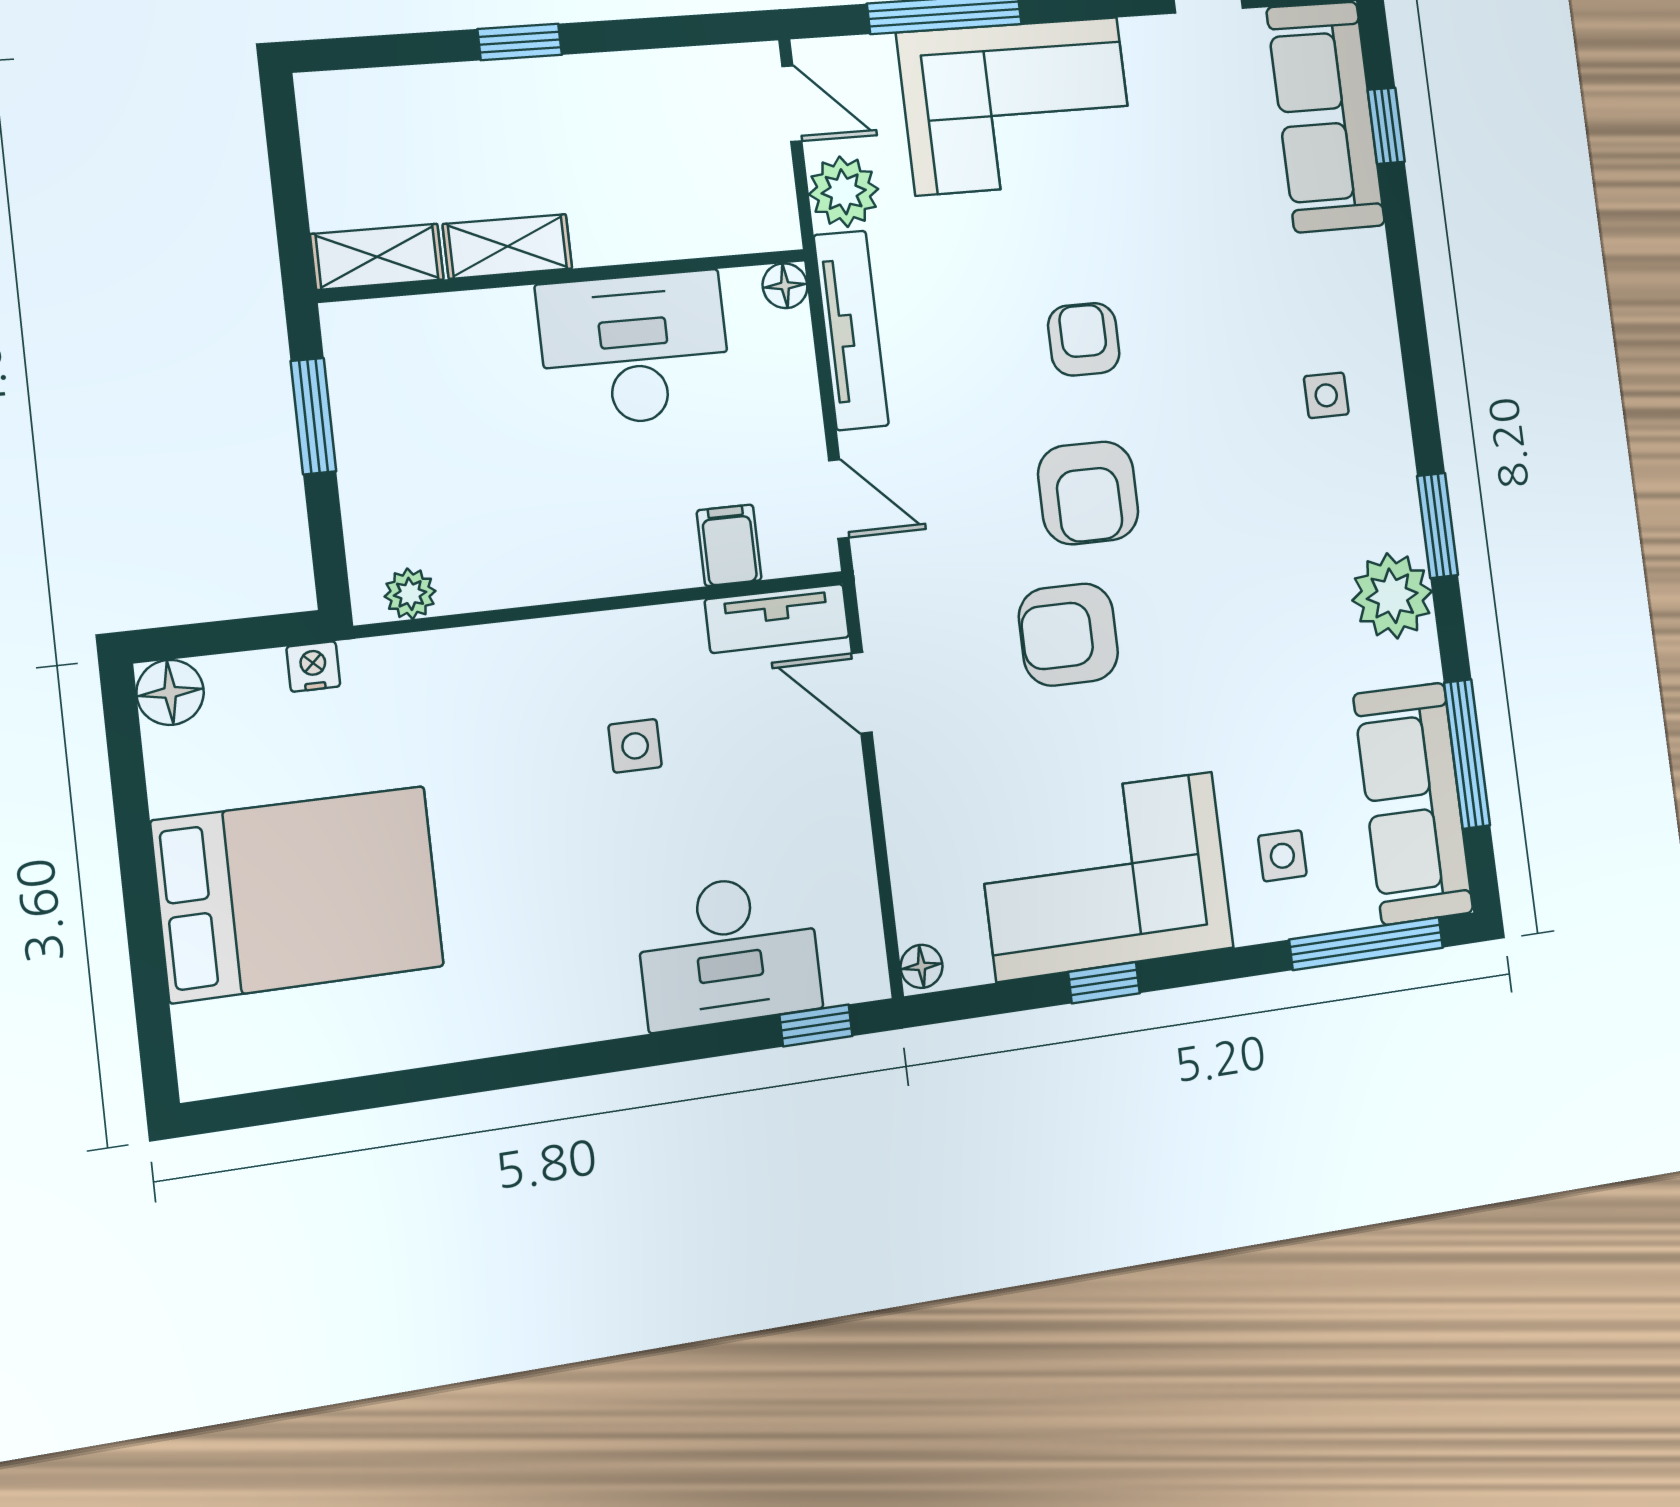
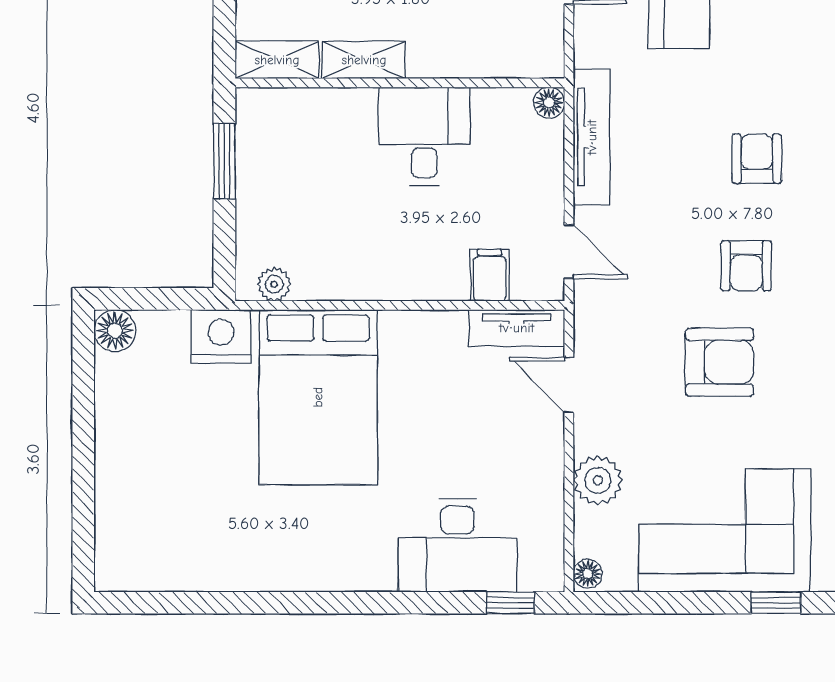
plant: (844, 192) -> (598, 480), moved
desk: (635, 349) -> (424, 136), width x0.73
armchair: (1088, 493) -> (746, 266), width x0.72, depth x0.72
armchair: (1068, 635) -> (720, 362), turned 180
nightstand: (313, 667) -> (221, 336), width x1.89, depth x1.79
side table: (635, 746) -> (411, 402), removed
bed: (298, 894) -> (318, 397), moved, turned 90
window: (1104, 983) -> (776, 603), moved

